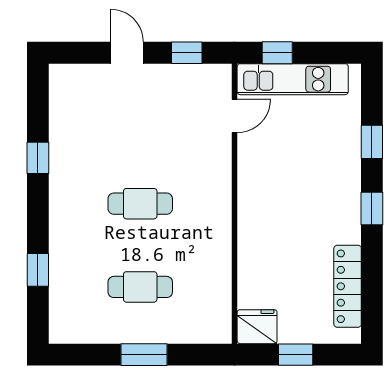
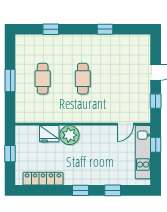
door: (235, 116) -> (125, 124), hinge flipped
plant: (257, 231) -> (69, 135), added
fridge: (257, 327) -> (49, 134), moved, turned 90

